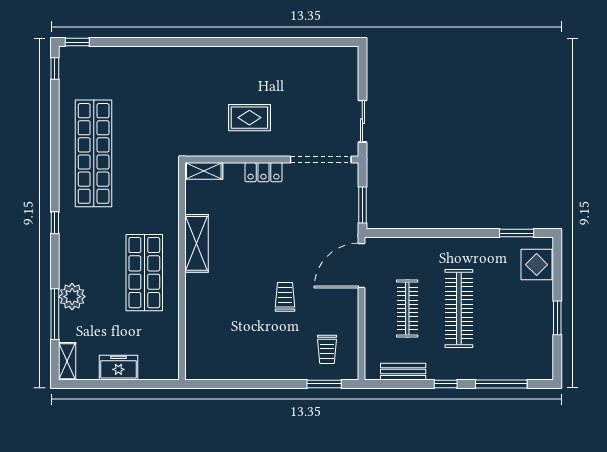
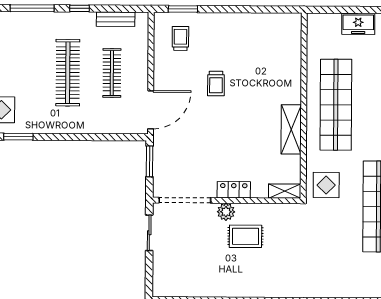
plant: (272, 146) -> (226, 212), added
display table: (155, 178) -> (326, 185), added
shop shelf: (144, 273) -> (336, 105), width x1.40

